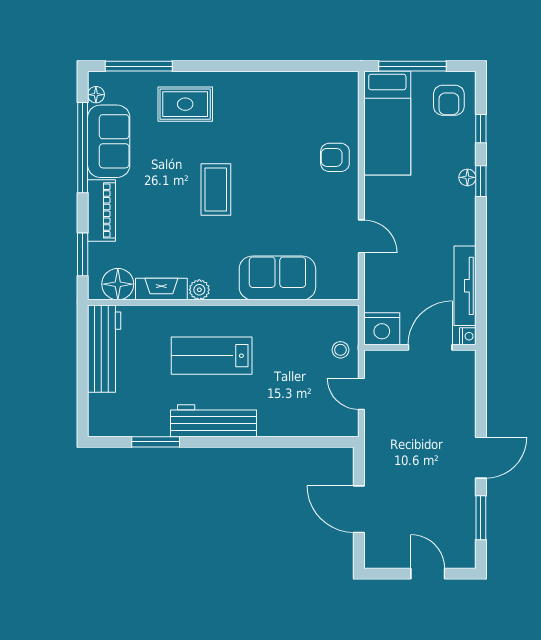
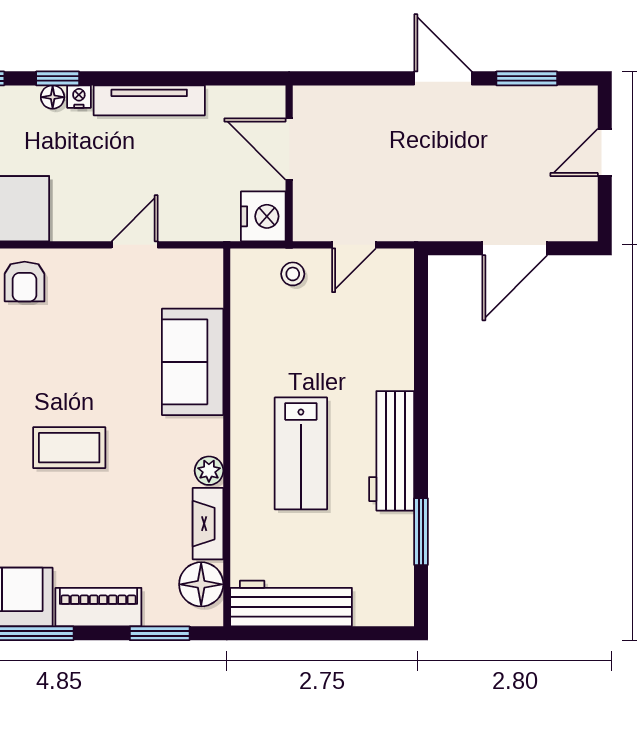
tv unit: (465, 286) -> (149, 100), moved
nightstand: (468, 336) -> (79, 97), moved

